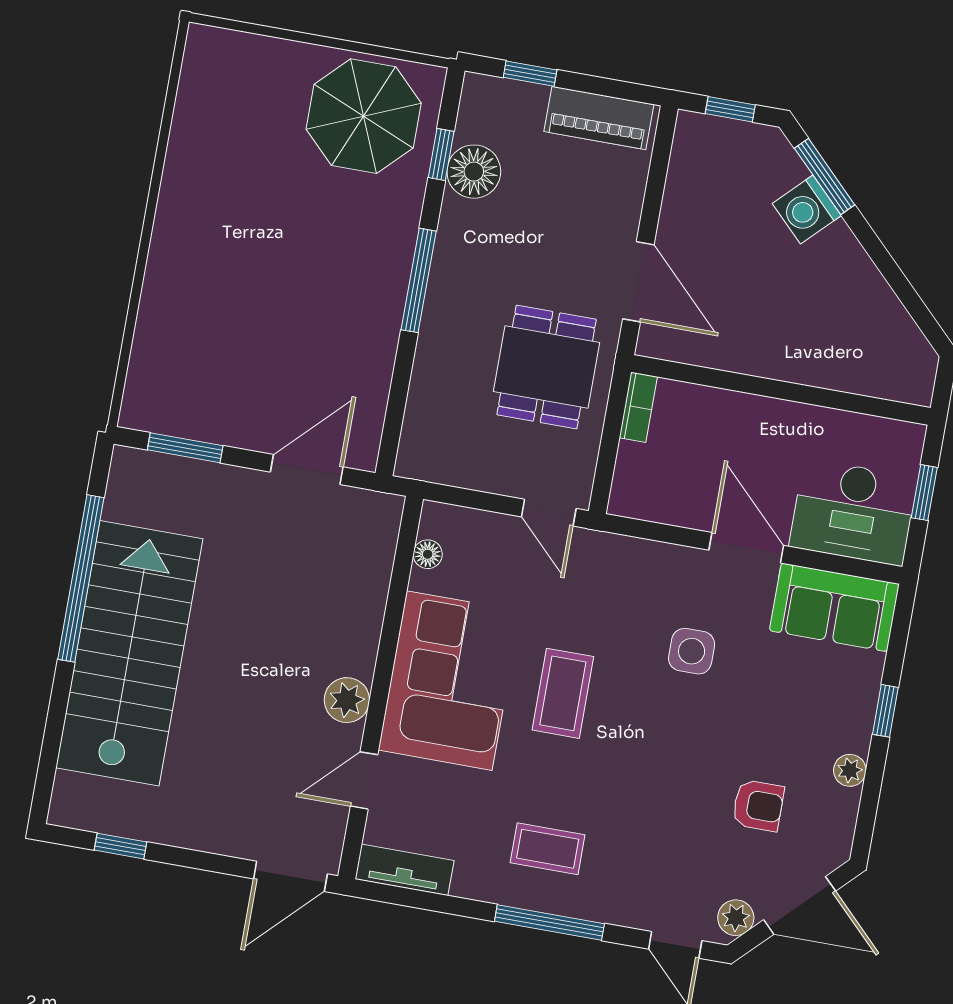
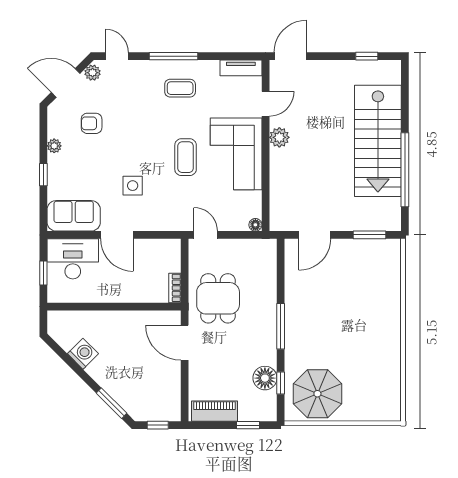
washing machine: (807, 209) -> (83, 354), moved
floor lamp: (428, 554) -> (255, 225), moved

